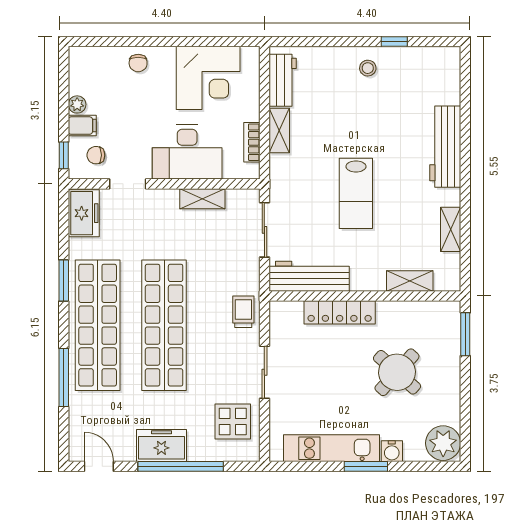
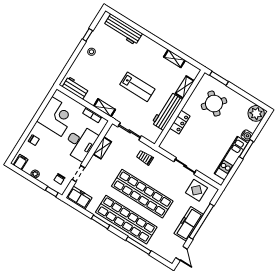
filing cabinet: (82, 126) -> (21, 162), moved
shelving: (279, 131) -> (105, 108), moved
workbench: (445, 147) -> (123, 29), moved
workbench: (309, 276) -> (167, 111), moved
trolley: (243, 312) -> (145, 158), moved
locker: (340, 312) -> (180, 122), width x0.66
round table: (397, 372) -> (214, 104), moved
freezer: (161, 446) -> (189, 224), width x1.40
door: (99, 466) -> (182, 253), swing flipped

